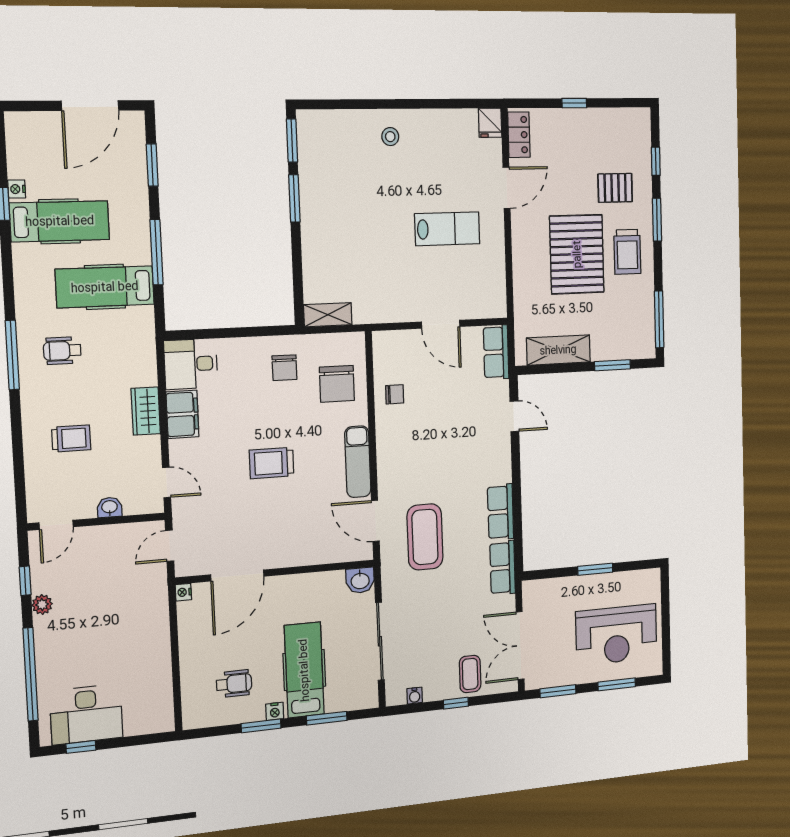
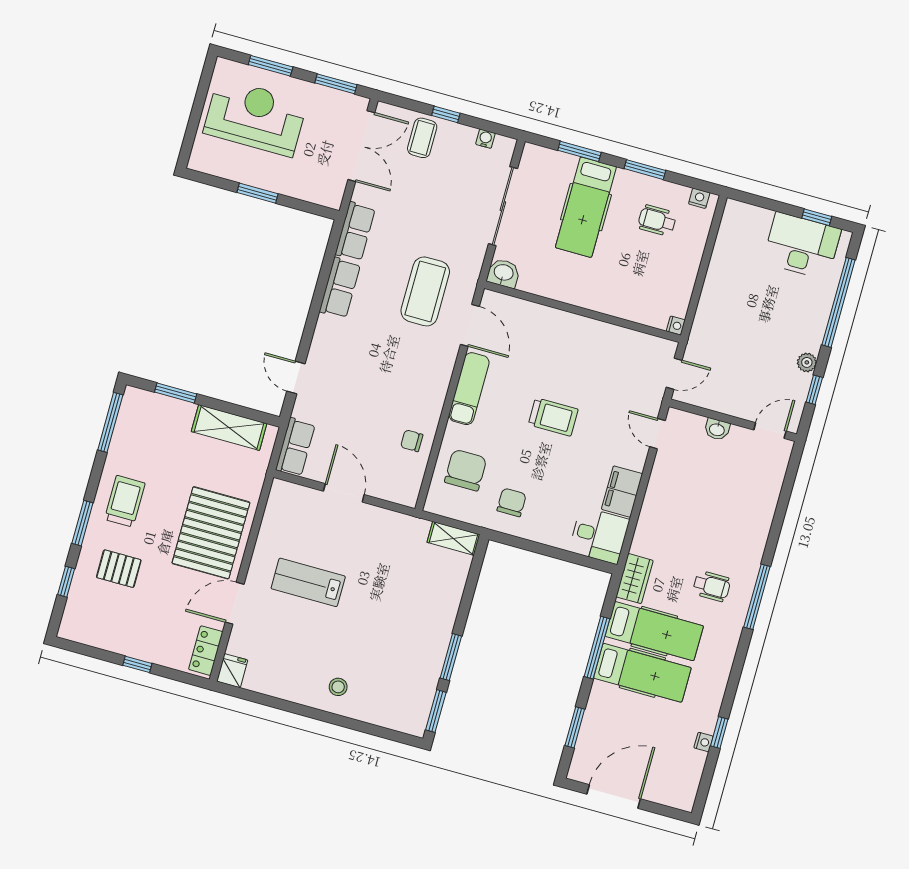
hospital bed: (60, 221) -> (642, 673), moved, turned 180
pallet: (577, 254) -> (211, 533), moved
wardrobe: (146, 411) -> (635, 579), moved
trolley: (71, 439) -> (730, 504), removed
door: (237, 576) -> (620, 322), removed
nightstand: (275, 711) -> (699, 198), moved

